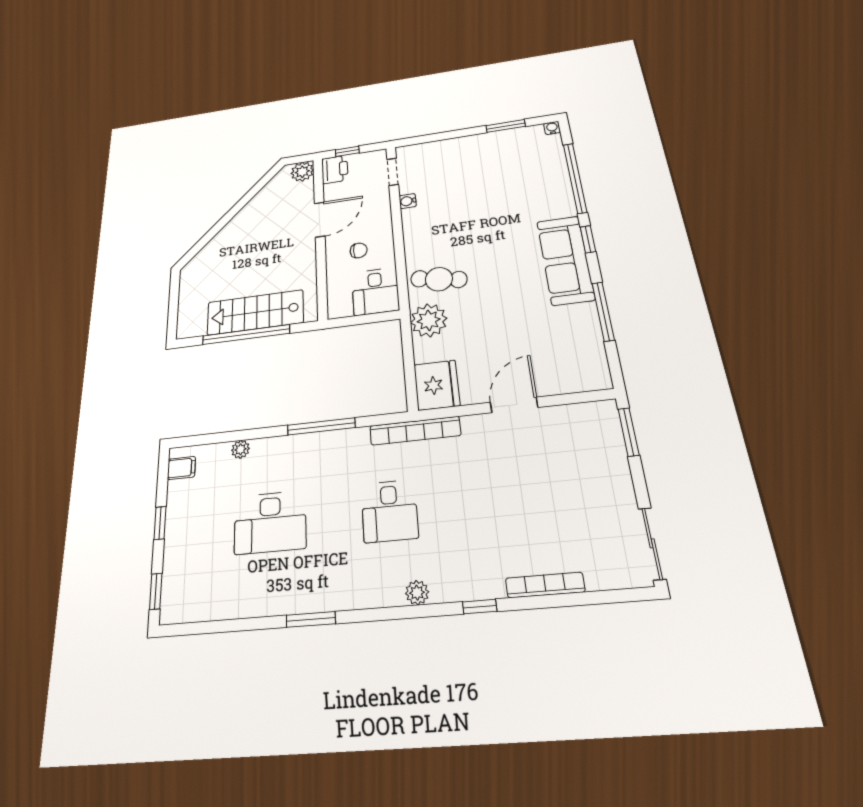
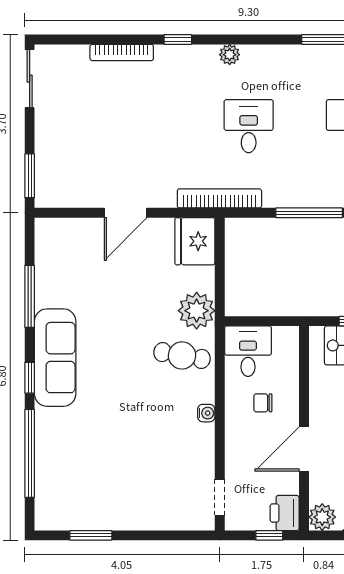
water cooler: (552, 128) -> (42, 523), removed
water cooler: (408, 201) -> (206, 413), moved

